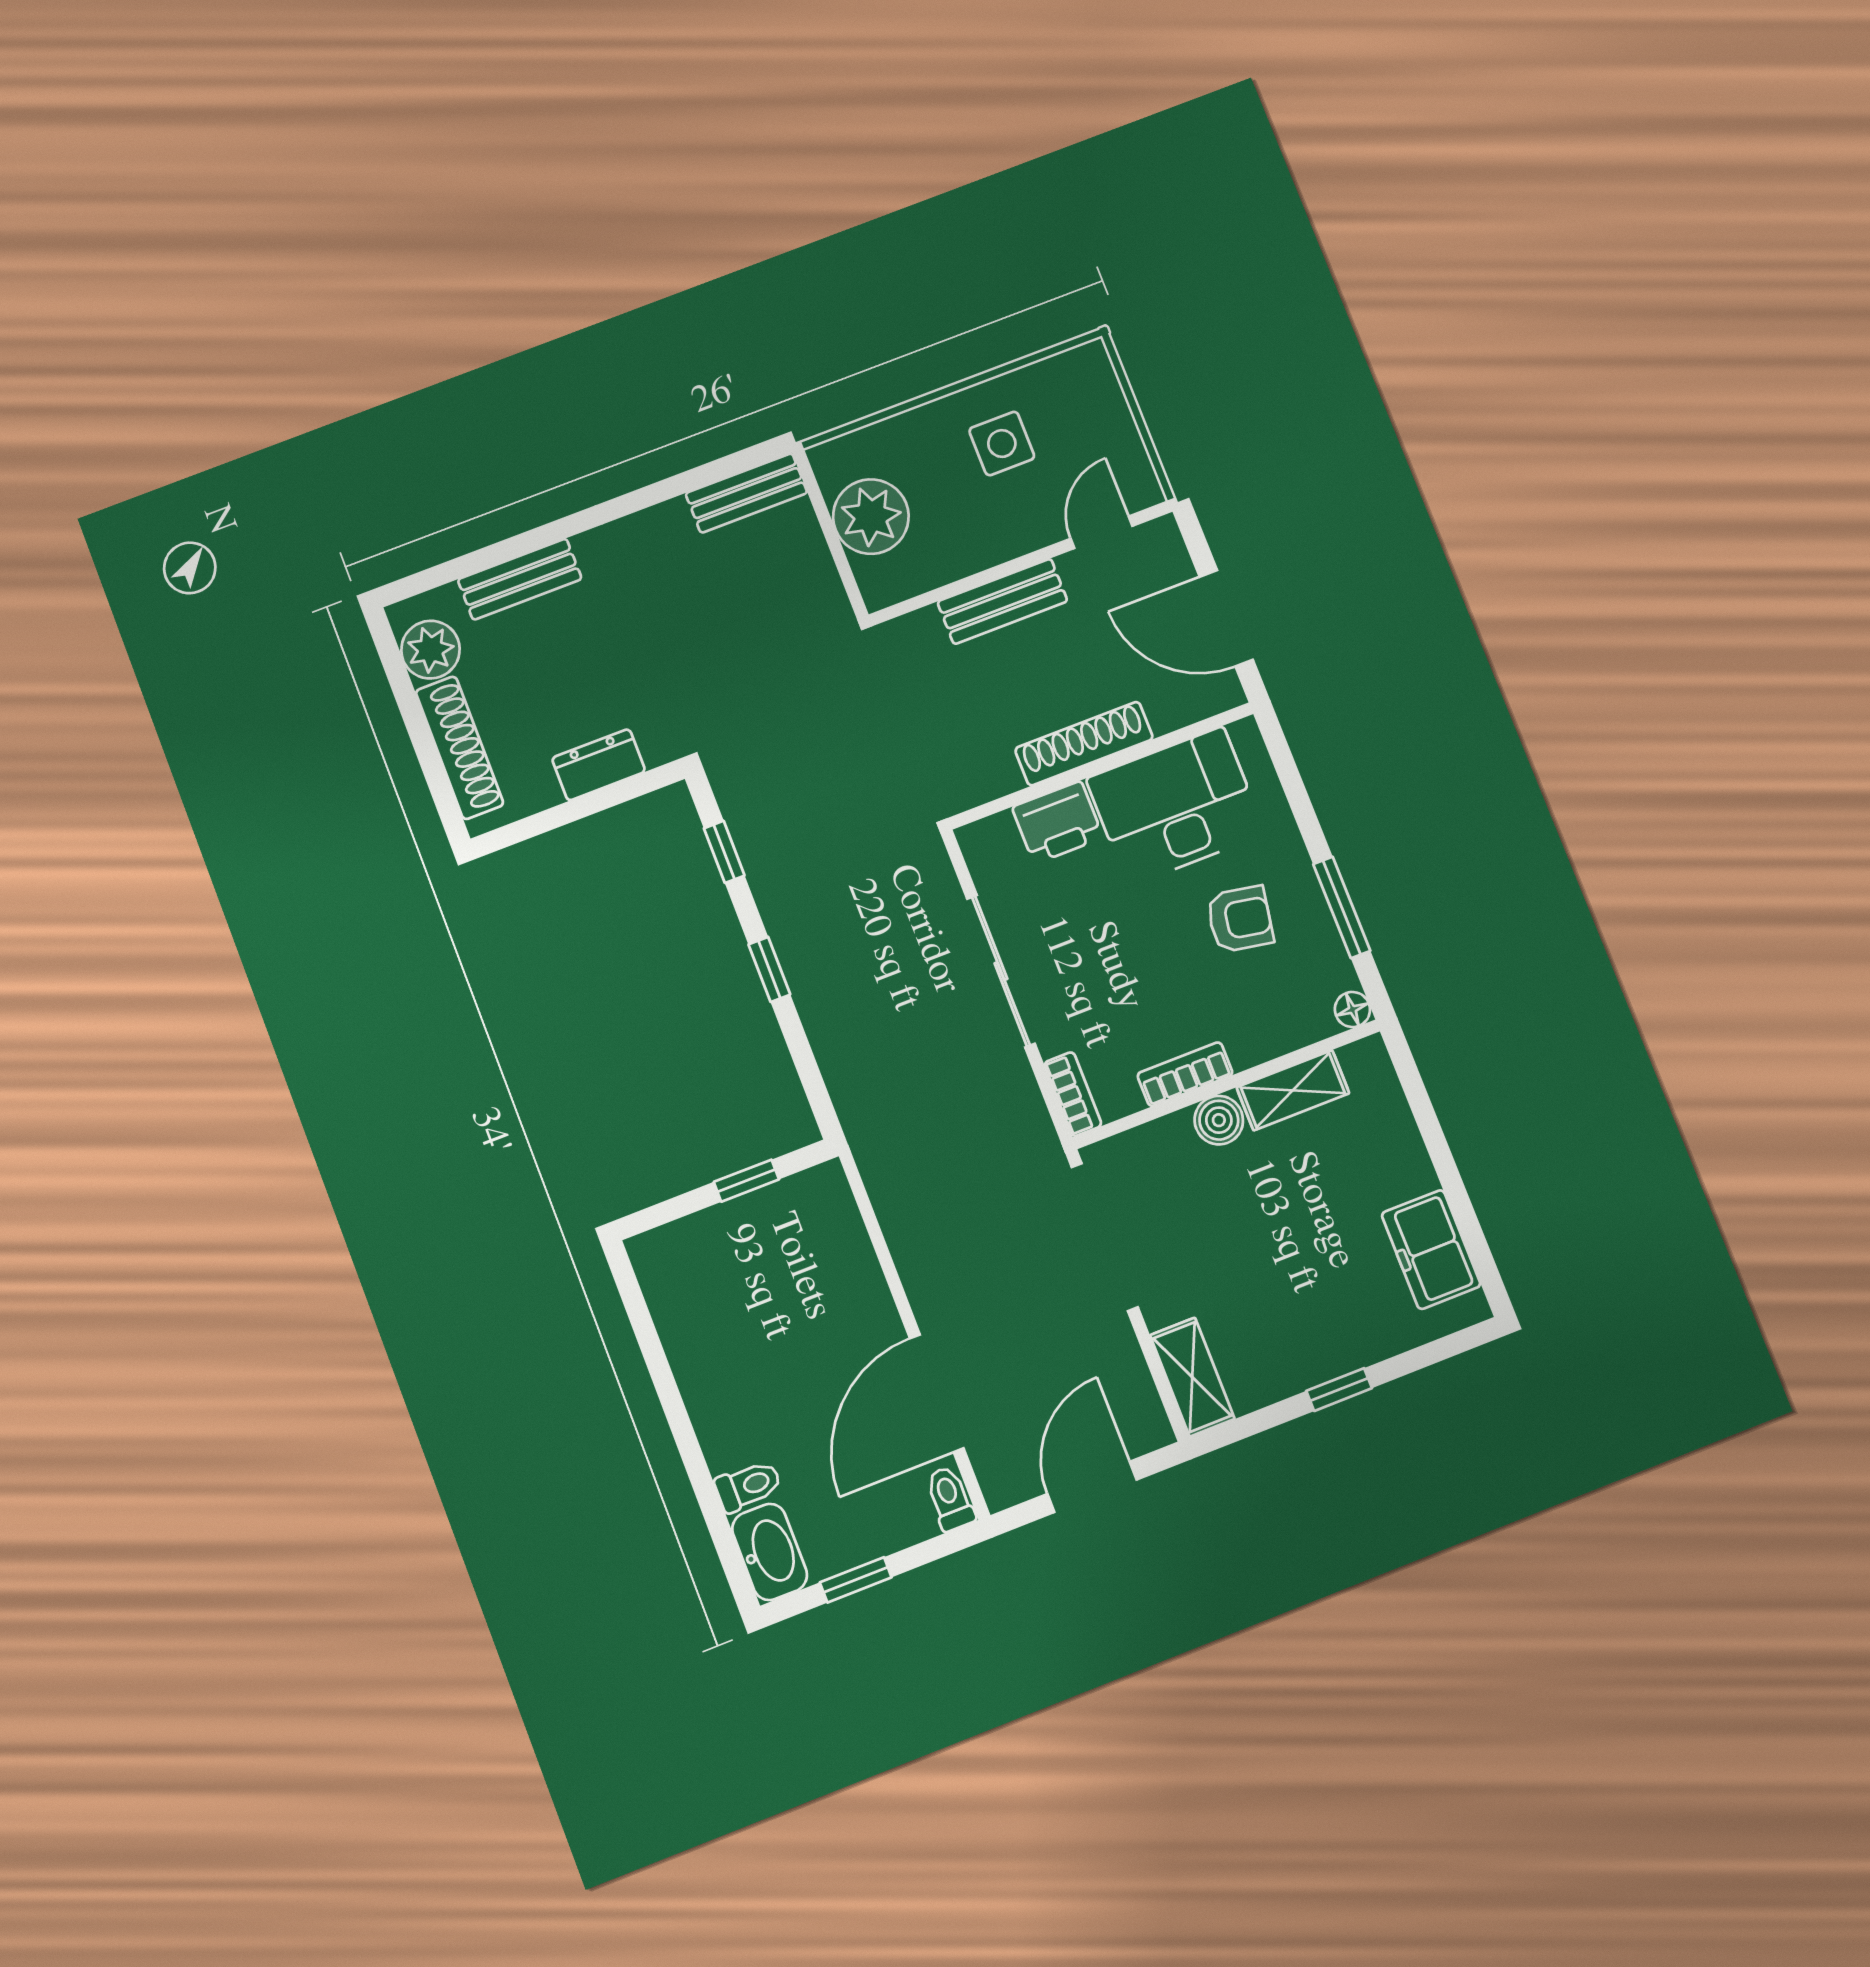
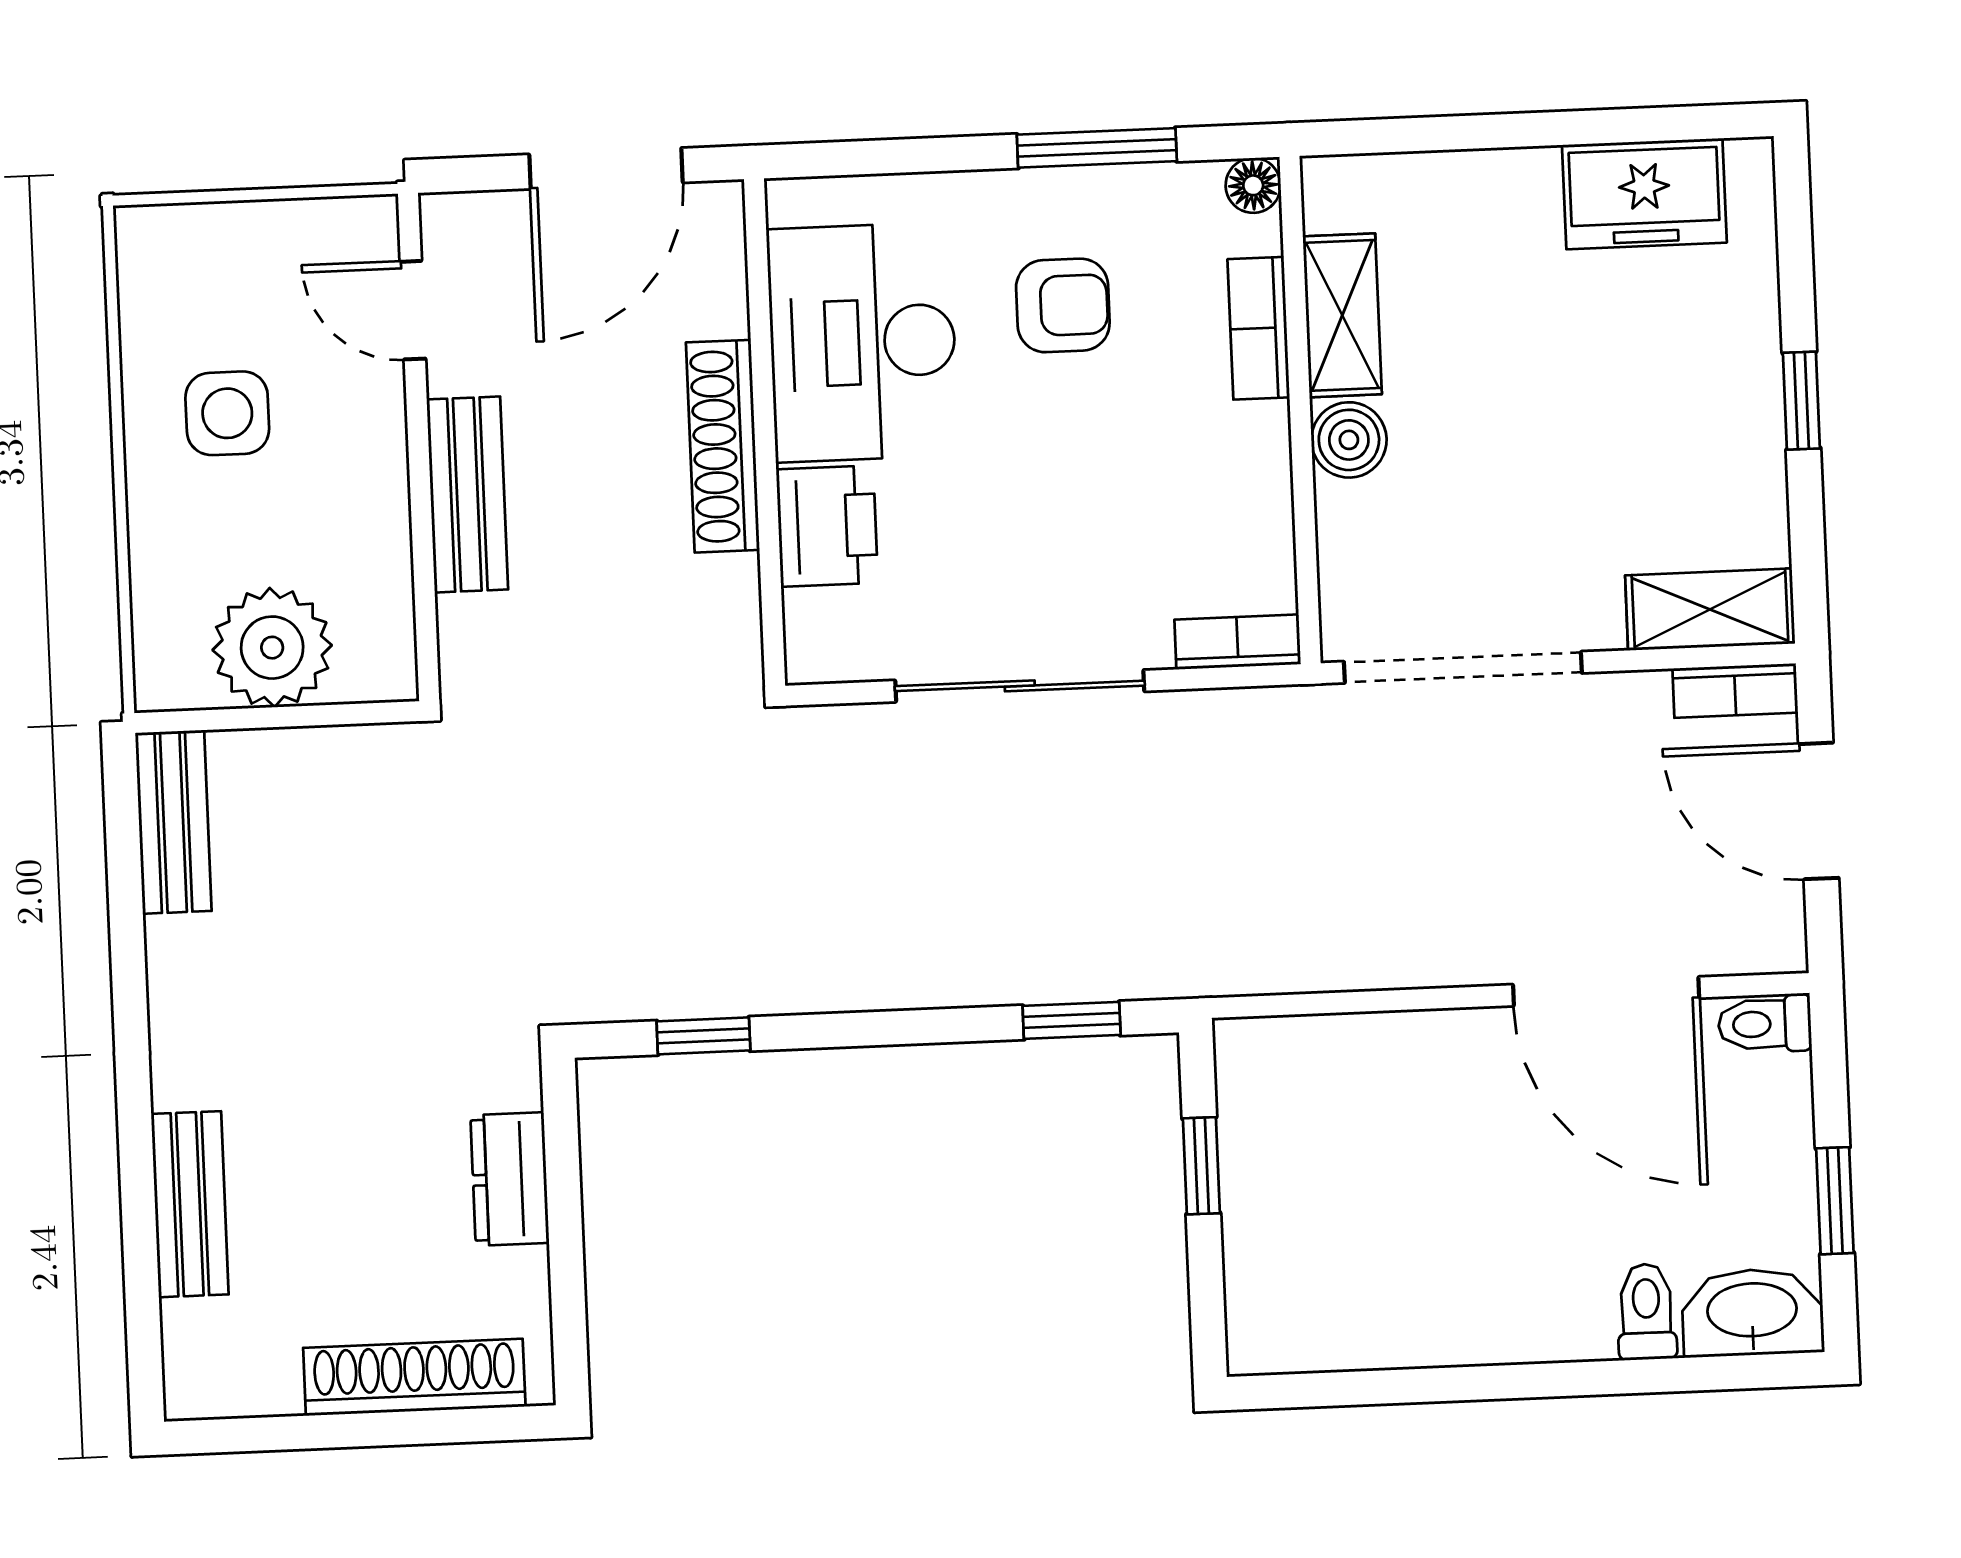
plant: (430, 650) -> (252, 1372), removed
armchair: (1240, 919) -> (1063, 305), turned 80
window: (769, 969) -> (1072, 1020), moved
bookcase: (1185, 1074) -> (1259, 328), moved
bookcase: (1148, 1410) -> (1735, 691), added

